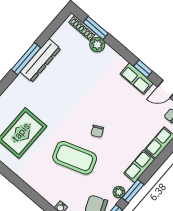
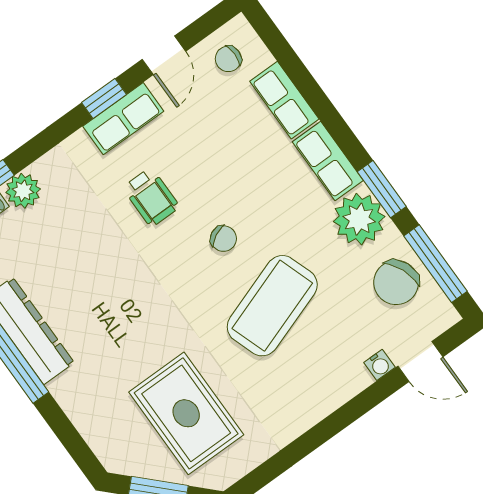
wheelchair: (107, 98) -> (151, 197), added
plant: (119, 192) -> (359, 219), width x1.87, depth x1.87

